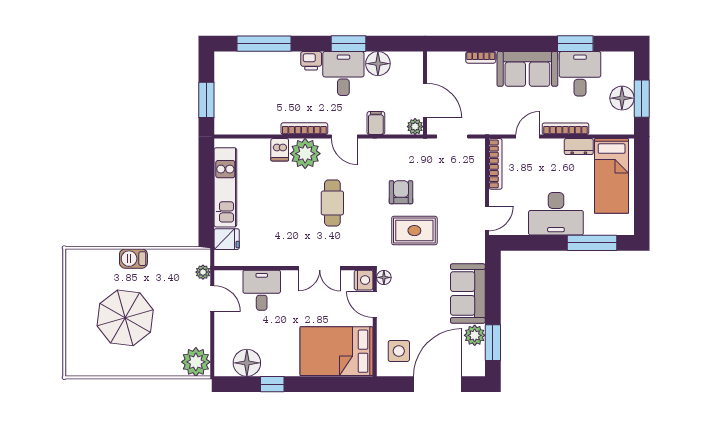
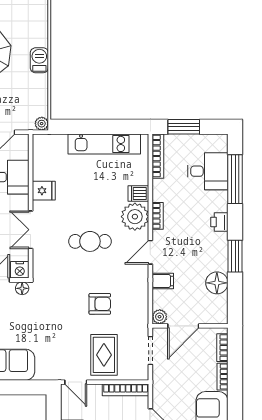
bookcase: (449, 58) -> (222, 348), added
desk: (343, 73) -> (208, 171), moved
bookcase: (239, 128) -> (158, 156), added
bookcase: (304, 129) -> (158, 216), width x0.64
rug: (414, 231) -> (104, 355), moved
fridge: (227, 239) -> (44, 191), moved, turned -90
plant: (203, 272) -> (42, 124), moved

